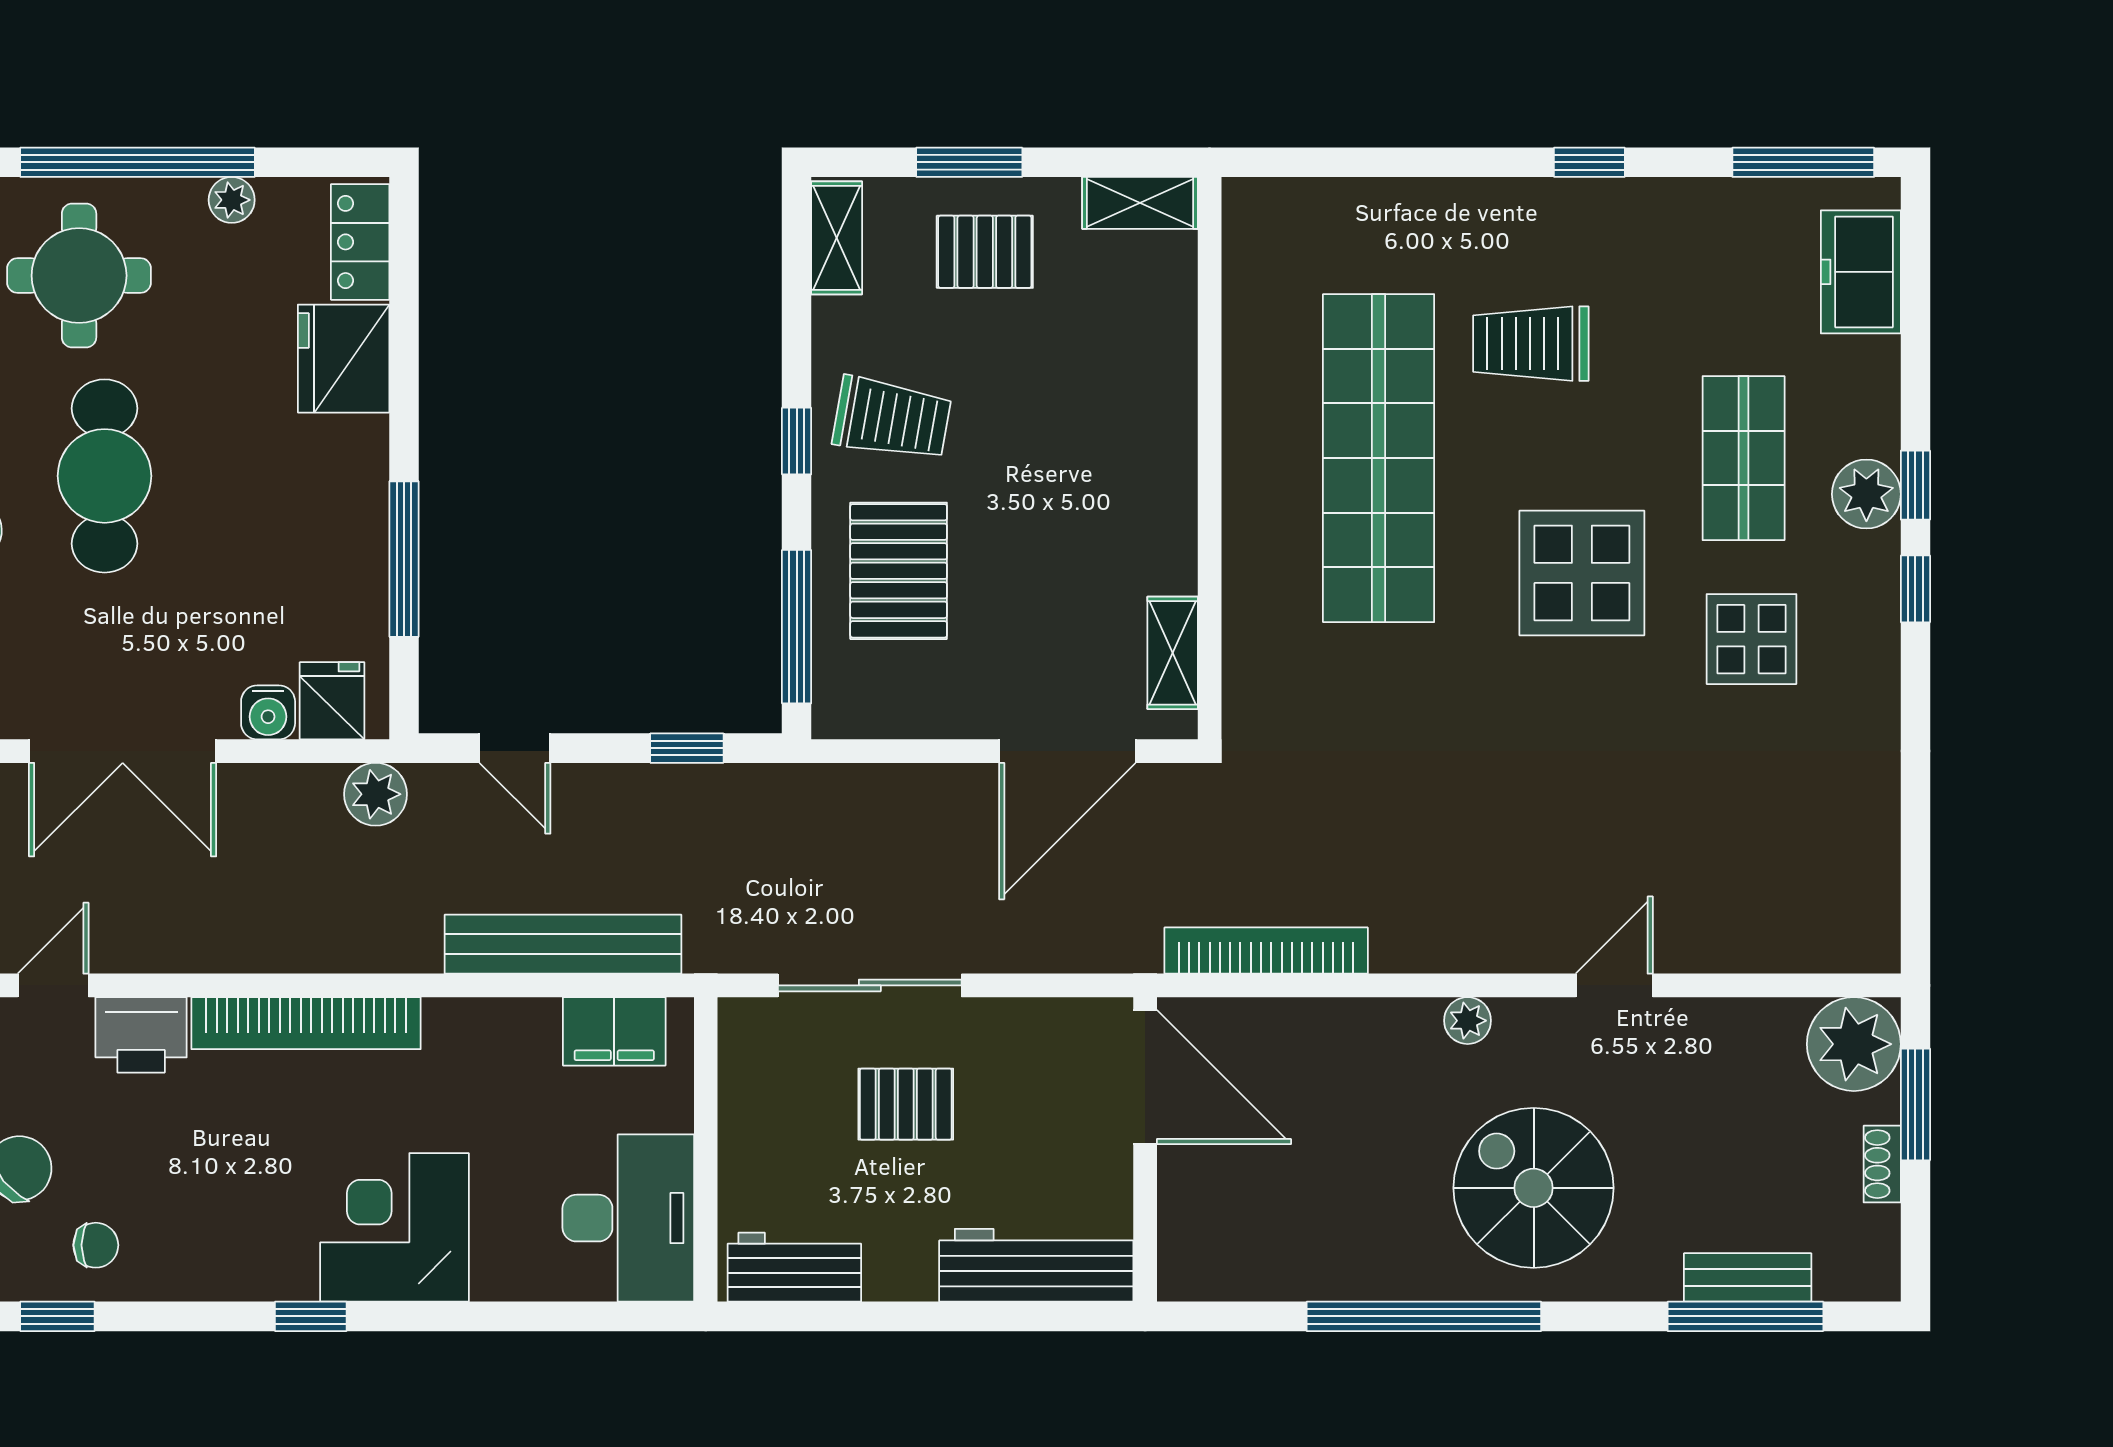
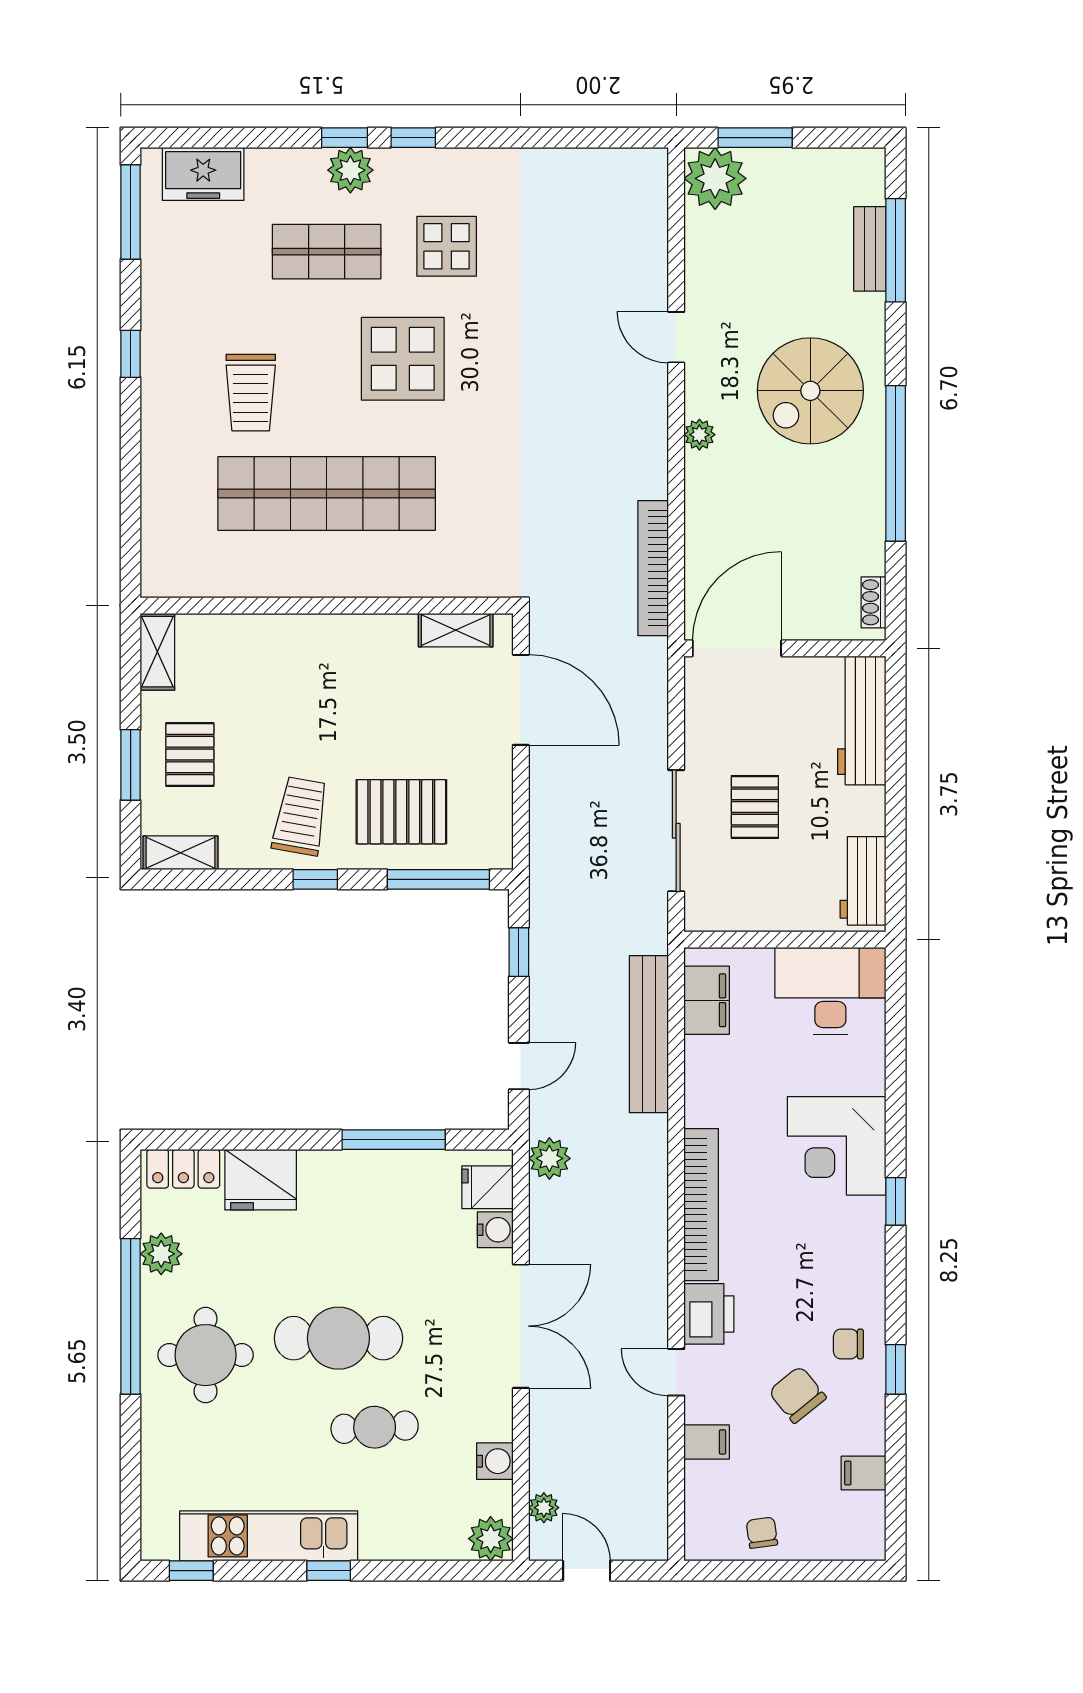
plant: (232, 200) -> (161, 1254), width x1.38, depth x1.38
shoe rack: (1882, 1164) -> (874, 602), moved, turned 90
chair: (96, 1245) -> (848, 1344), turned -90

